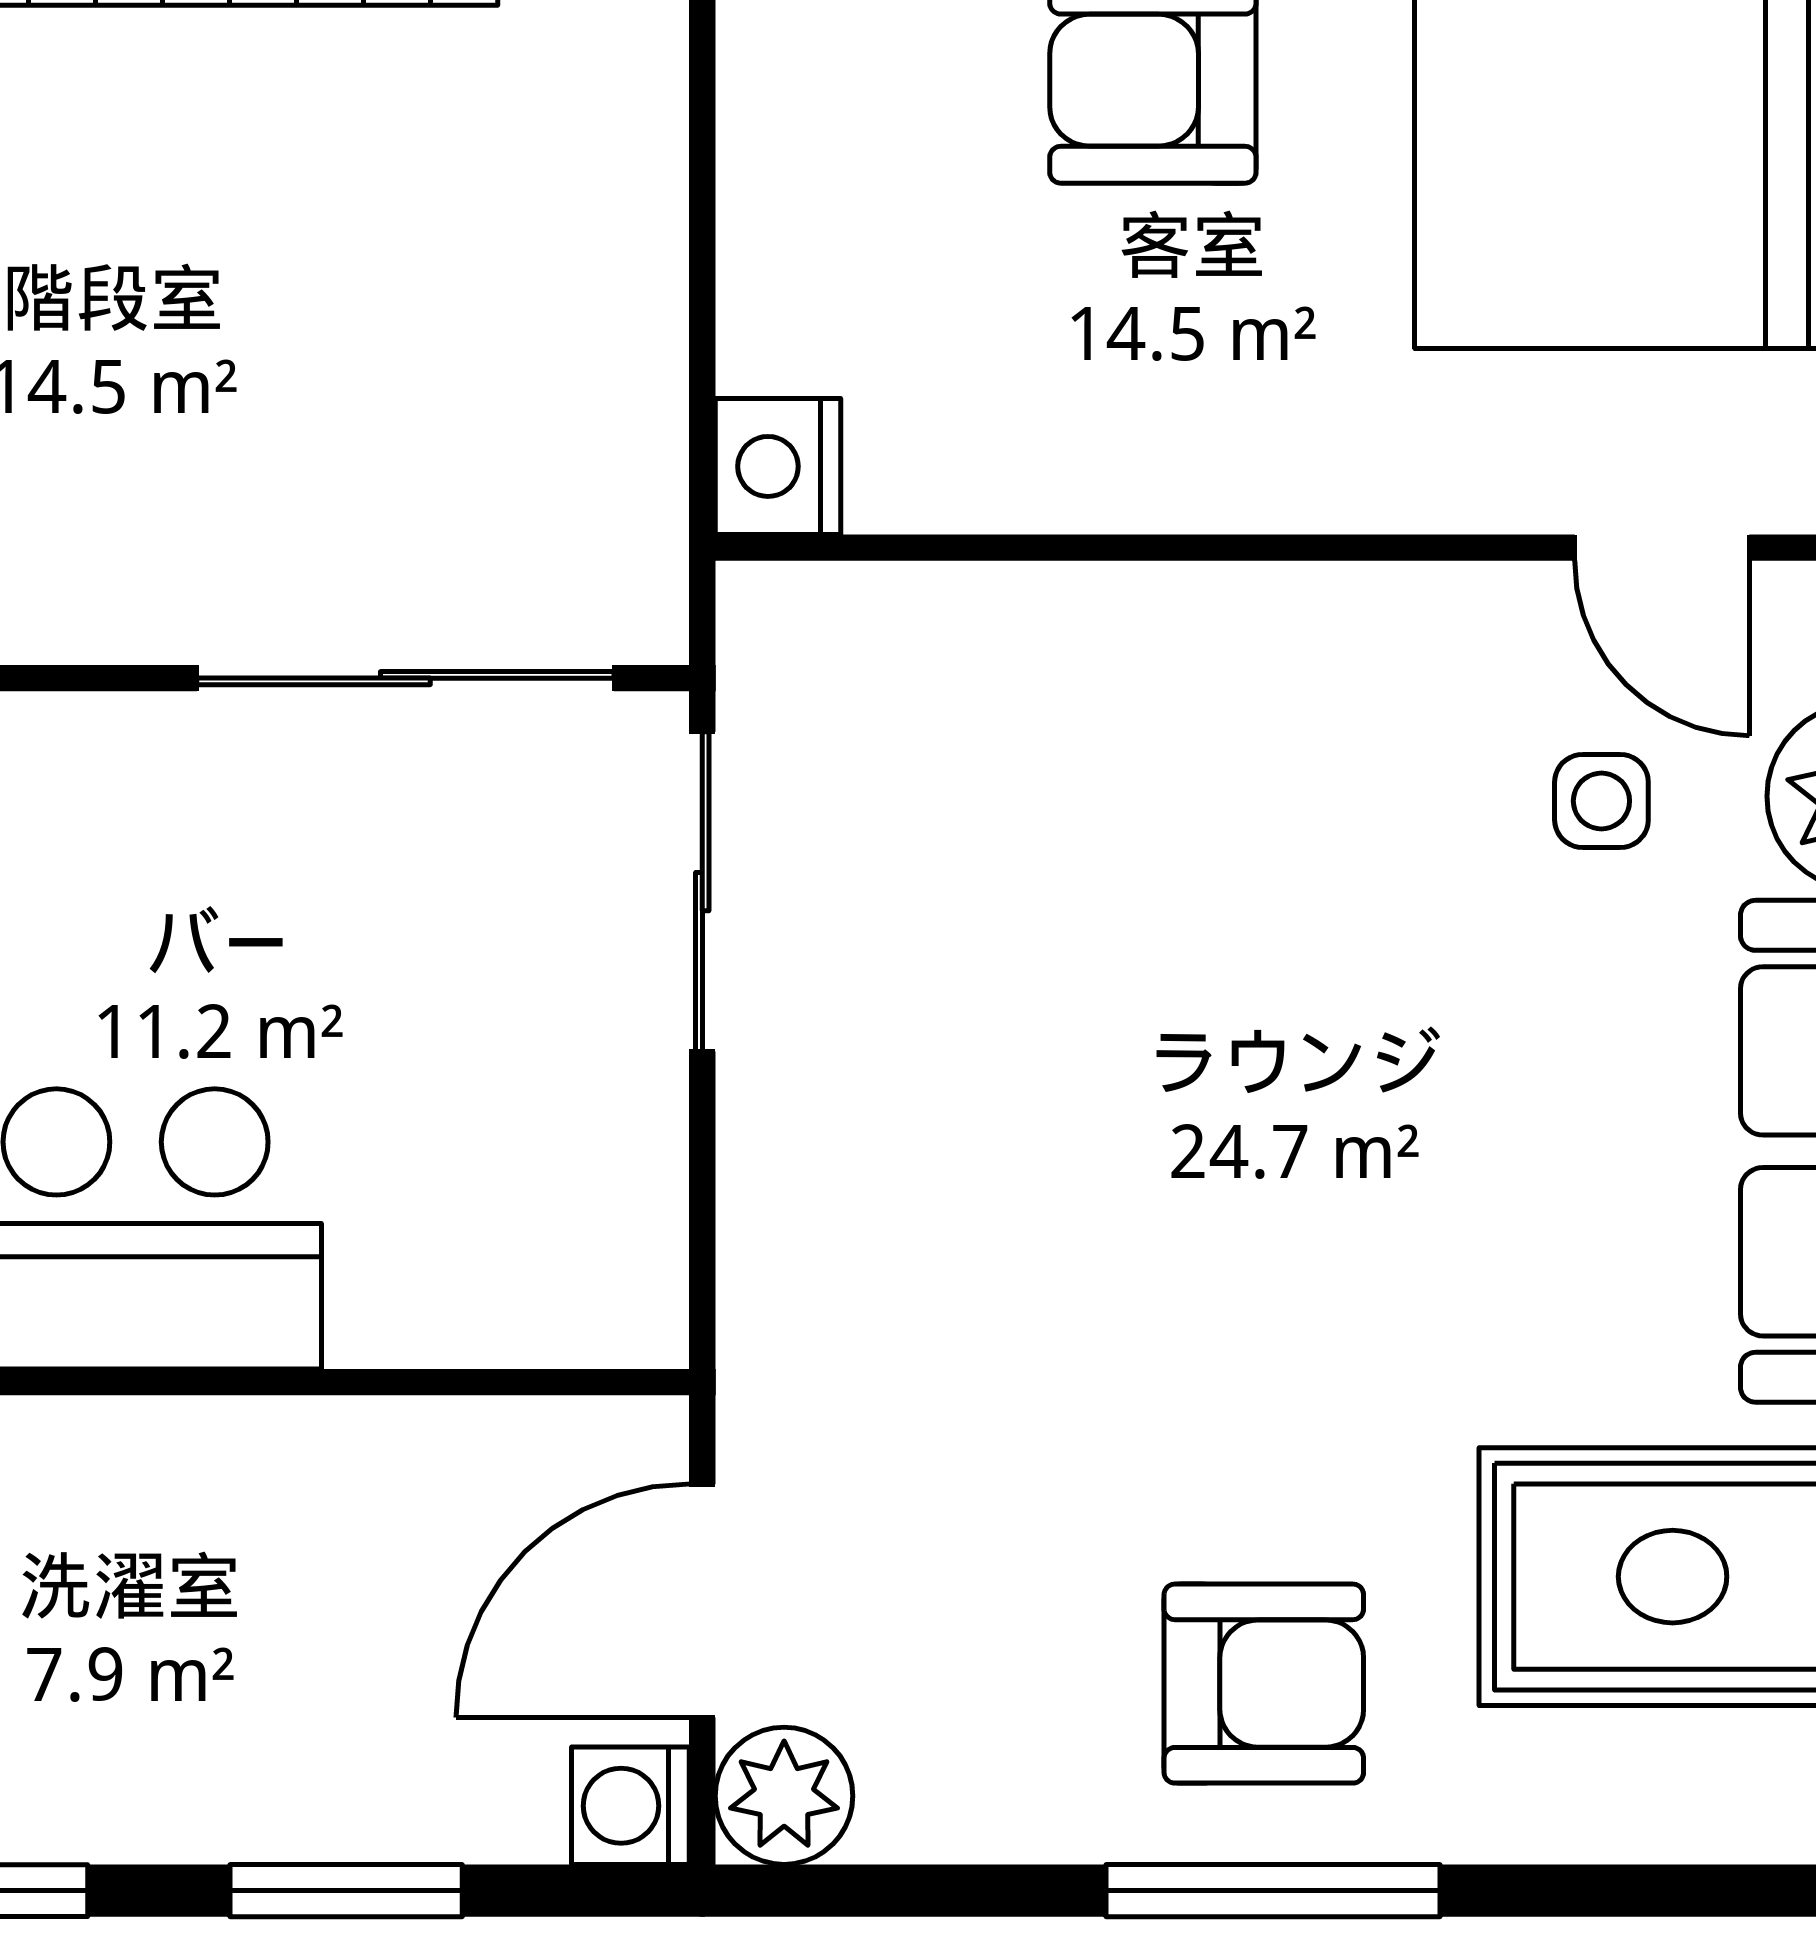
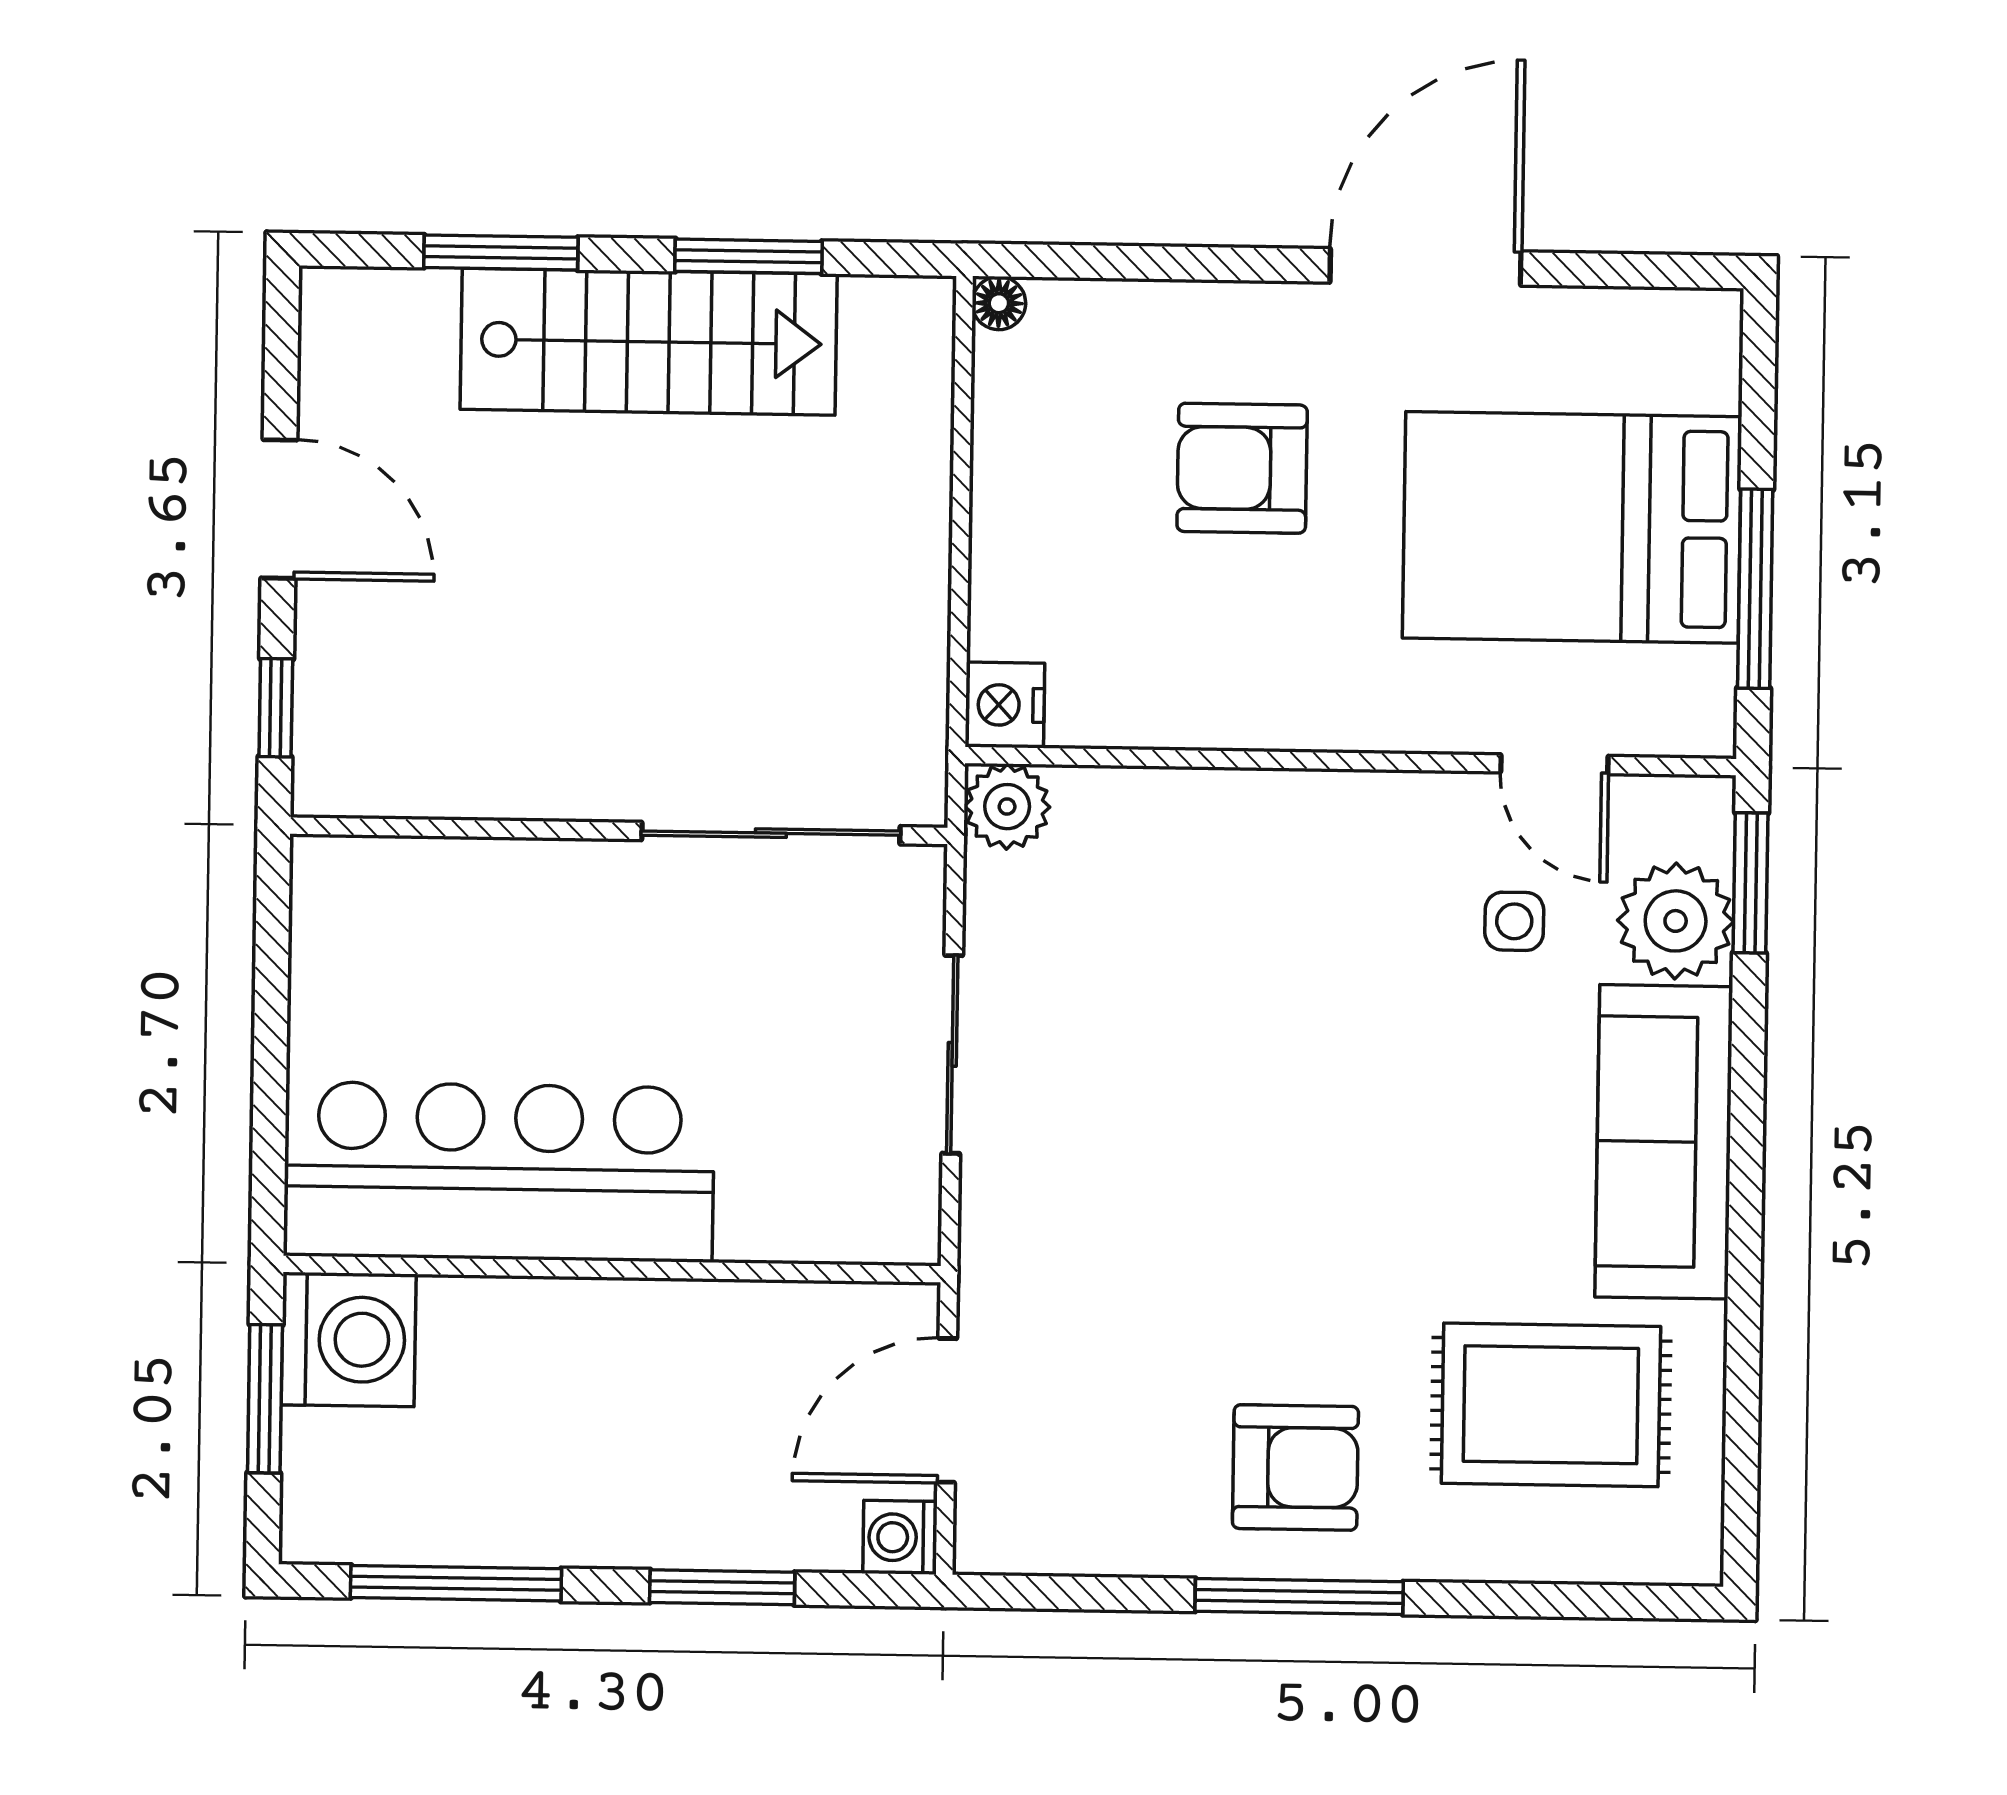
sliding door: (702, 892) -> (952, 1054), moved
plant: (784, 1796) -> (1007, 807), moved

